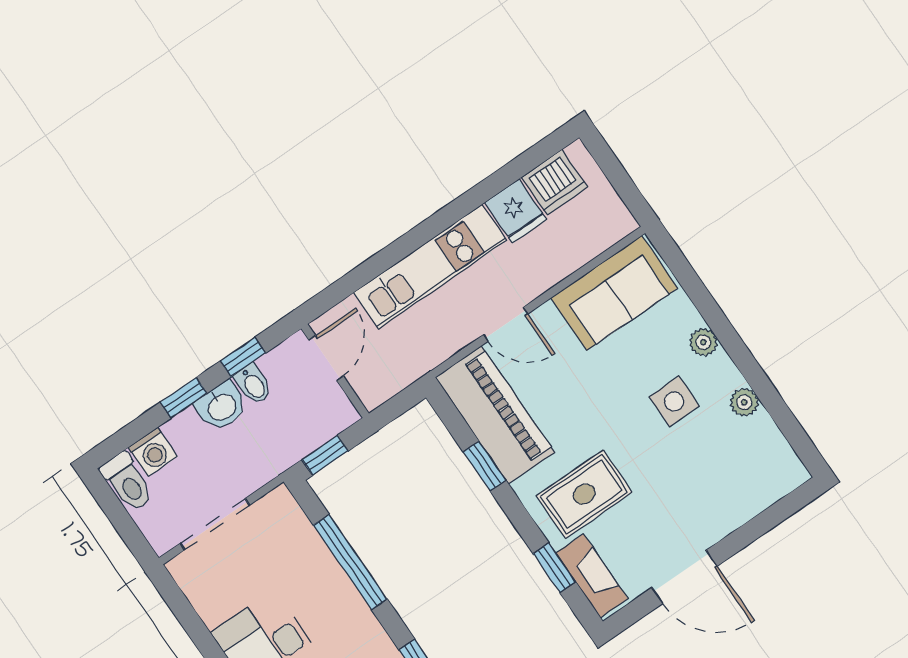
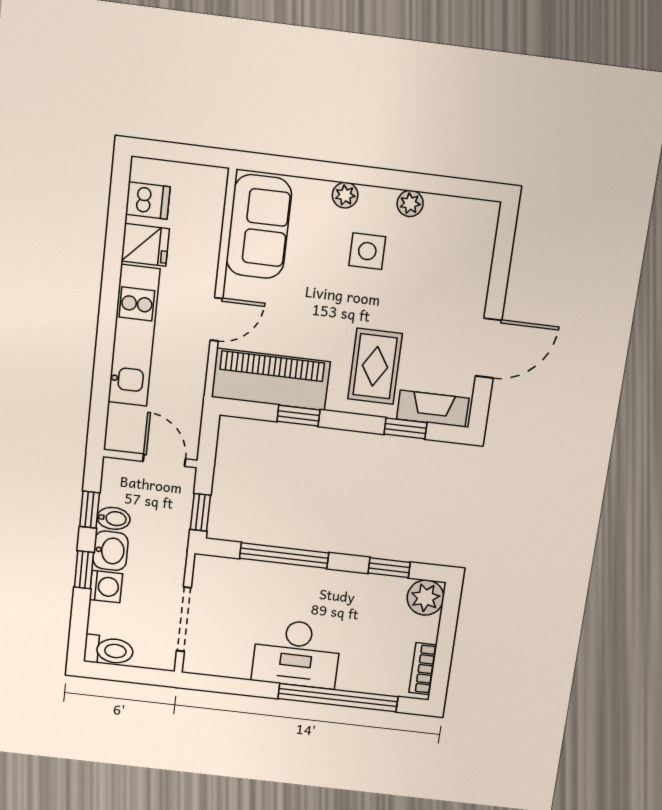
dishwasher: (555, 182) -> (148, 201), width x0.73
door: (326, 358) -> (164, 460), moved
washing machine: (153, 452) -> (106, 587), moved

